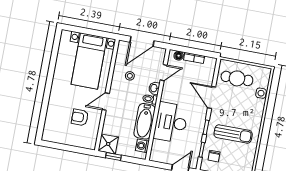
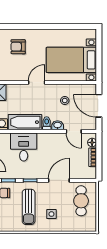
side table: (261, 93) -> (51, 214), moved
door: (106, 102) -> (37, 82), hinge flipped
armchair: (80, 117) -> (18, 47), moved, turned -90
desk: (171, 122) -> (24, 147), width x0.73

